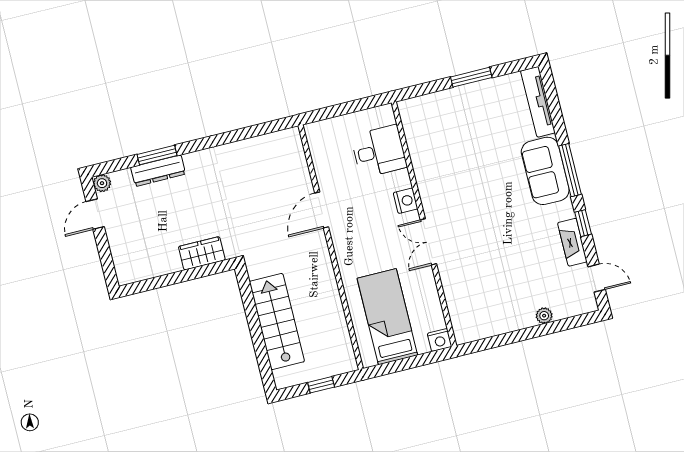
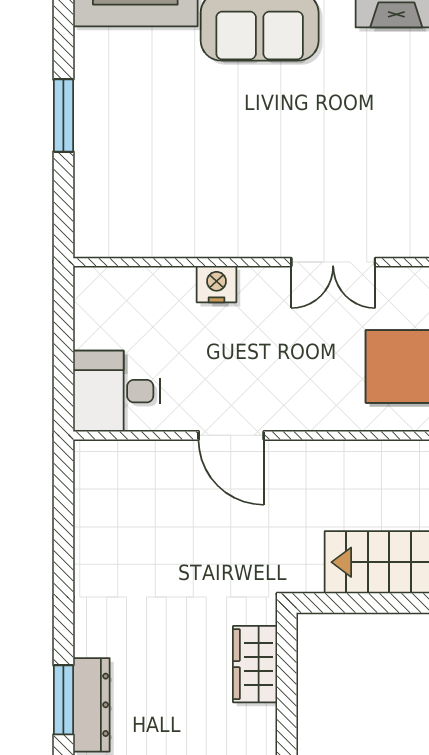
desk: (379, 151) -> (117, 391), moved, turned -90
nightstand: (406, 201) -> (217, 284), moved

